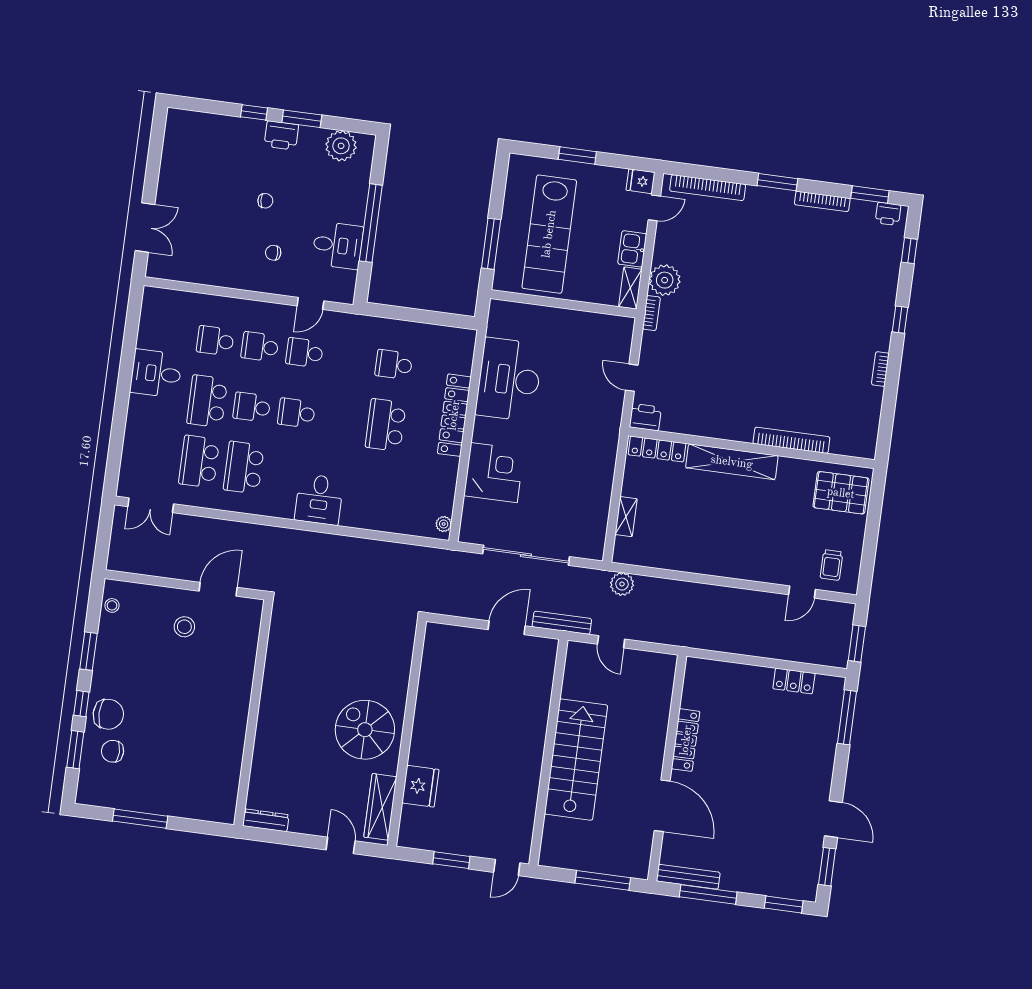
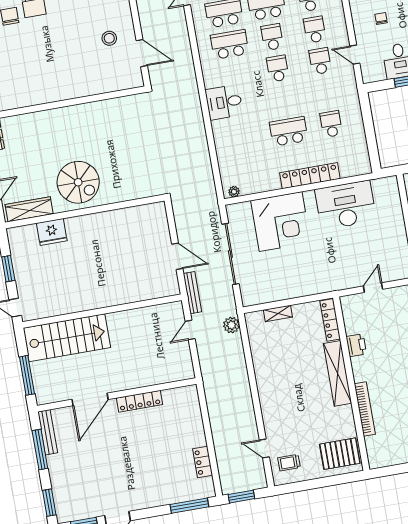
printer: (645, 417) -> (356, 345), moved
corner desk: (494, 473) -> (281, 222), width x1.36, depth x1.36
pallet: (841, 493) -> (340, 454), turned 90
spiral stairs: (365, 730) -> (78, 182), turned 90
stairs: (576, 760) -> (67, 338), moved

